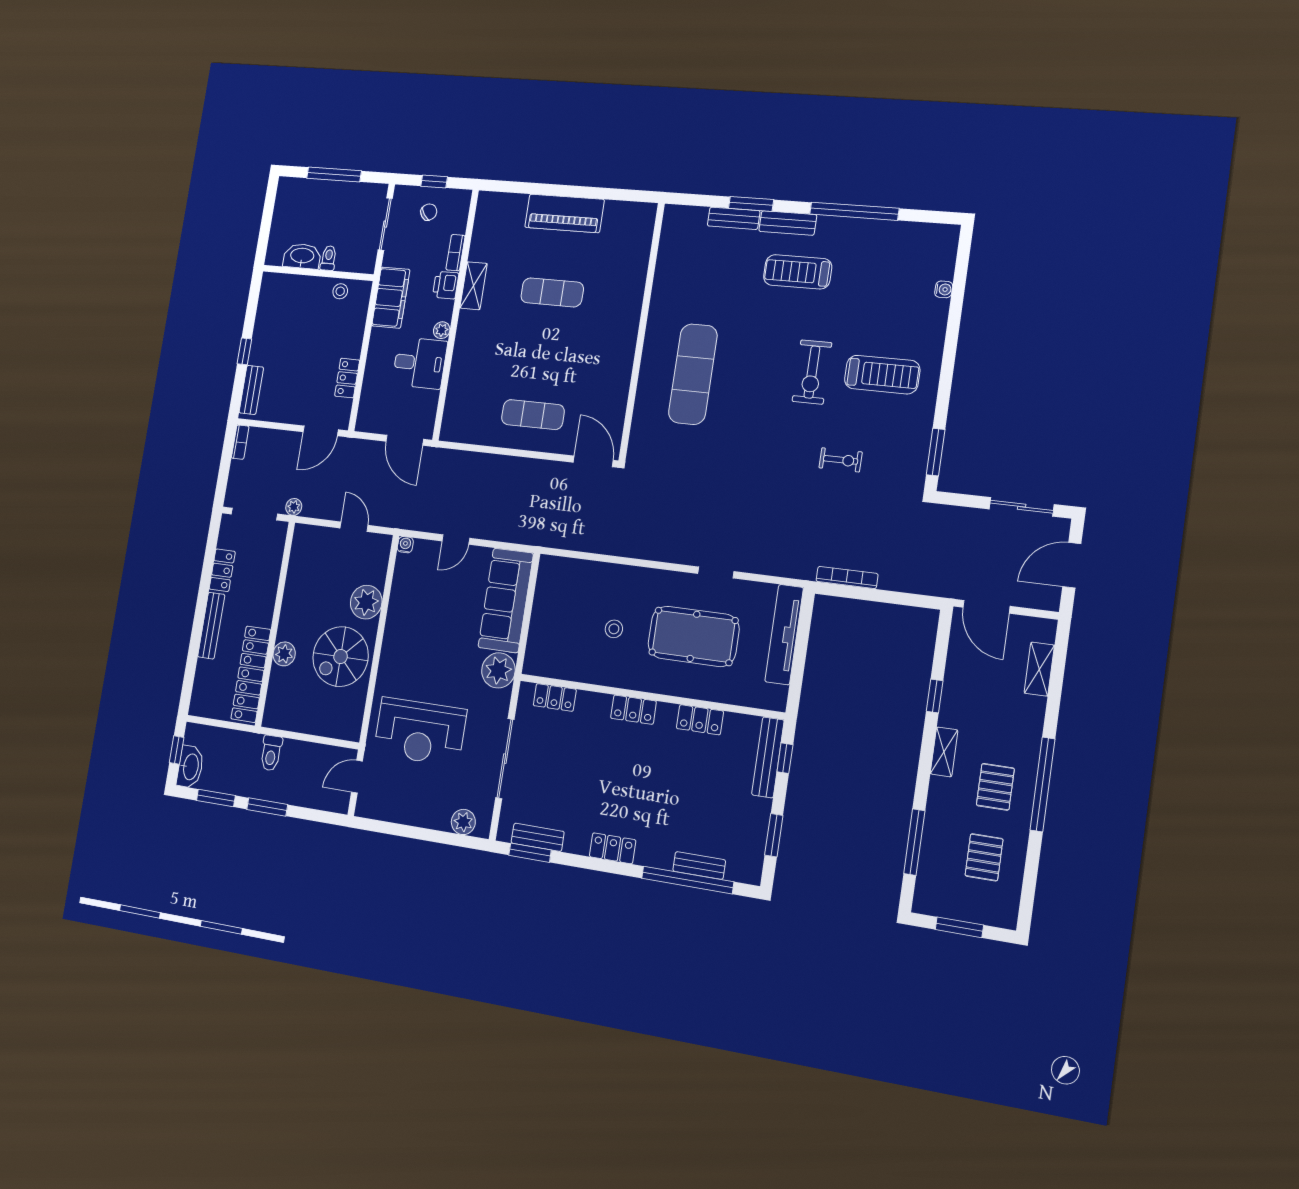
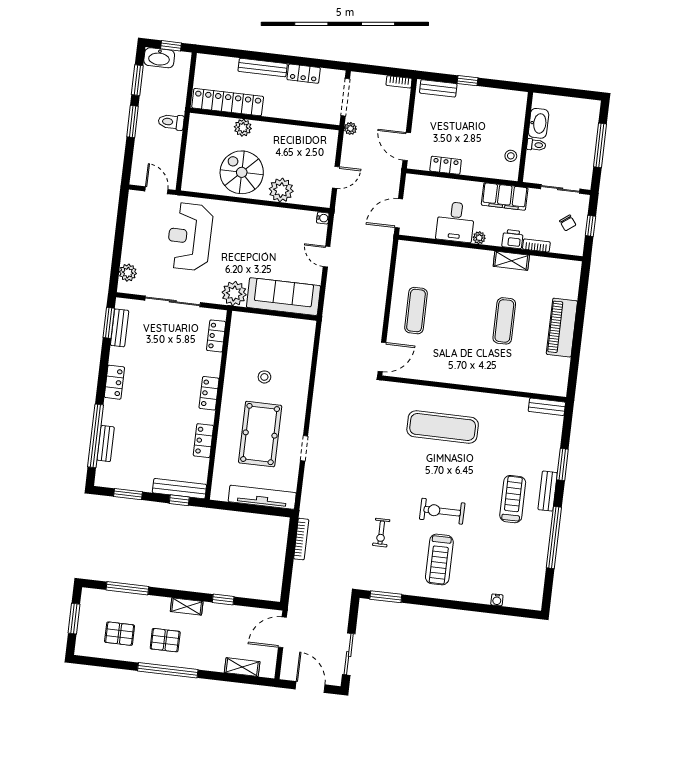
bench: (734, 218) -> (547, 407), moved, turned 90

